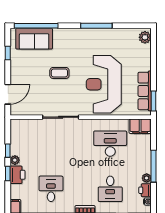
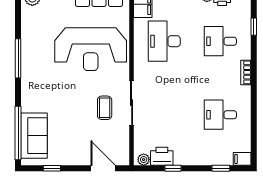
coffee table: (59, 73) -> (105, 108), moved
plant: (15, 160) -> (144, 160), moved
window: (8, 174) -> (221, 168), moved
printer: (17, 175) -> (162, 156), moved
desk: (110, 189) -> (220, 41), turned 180

